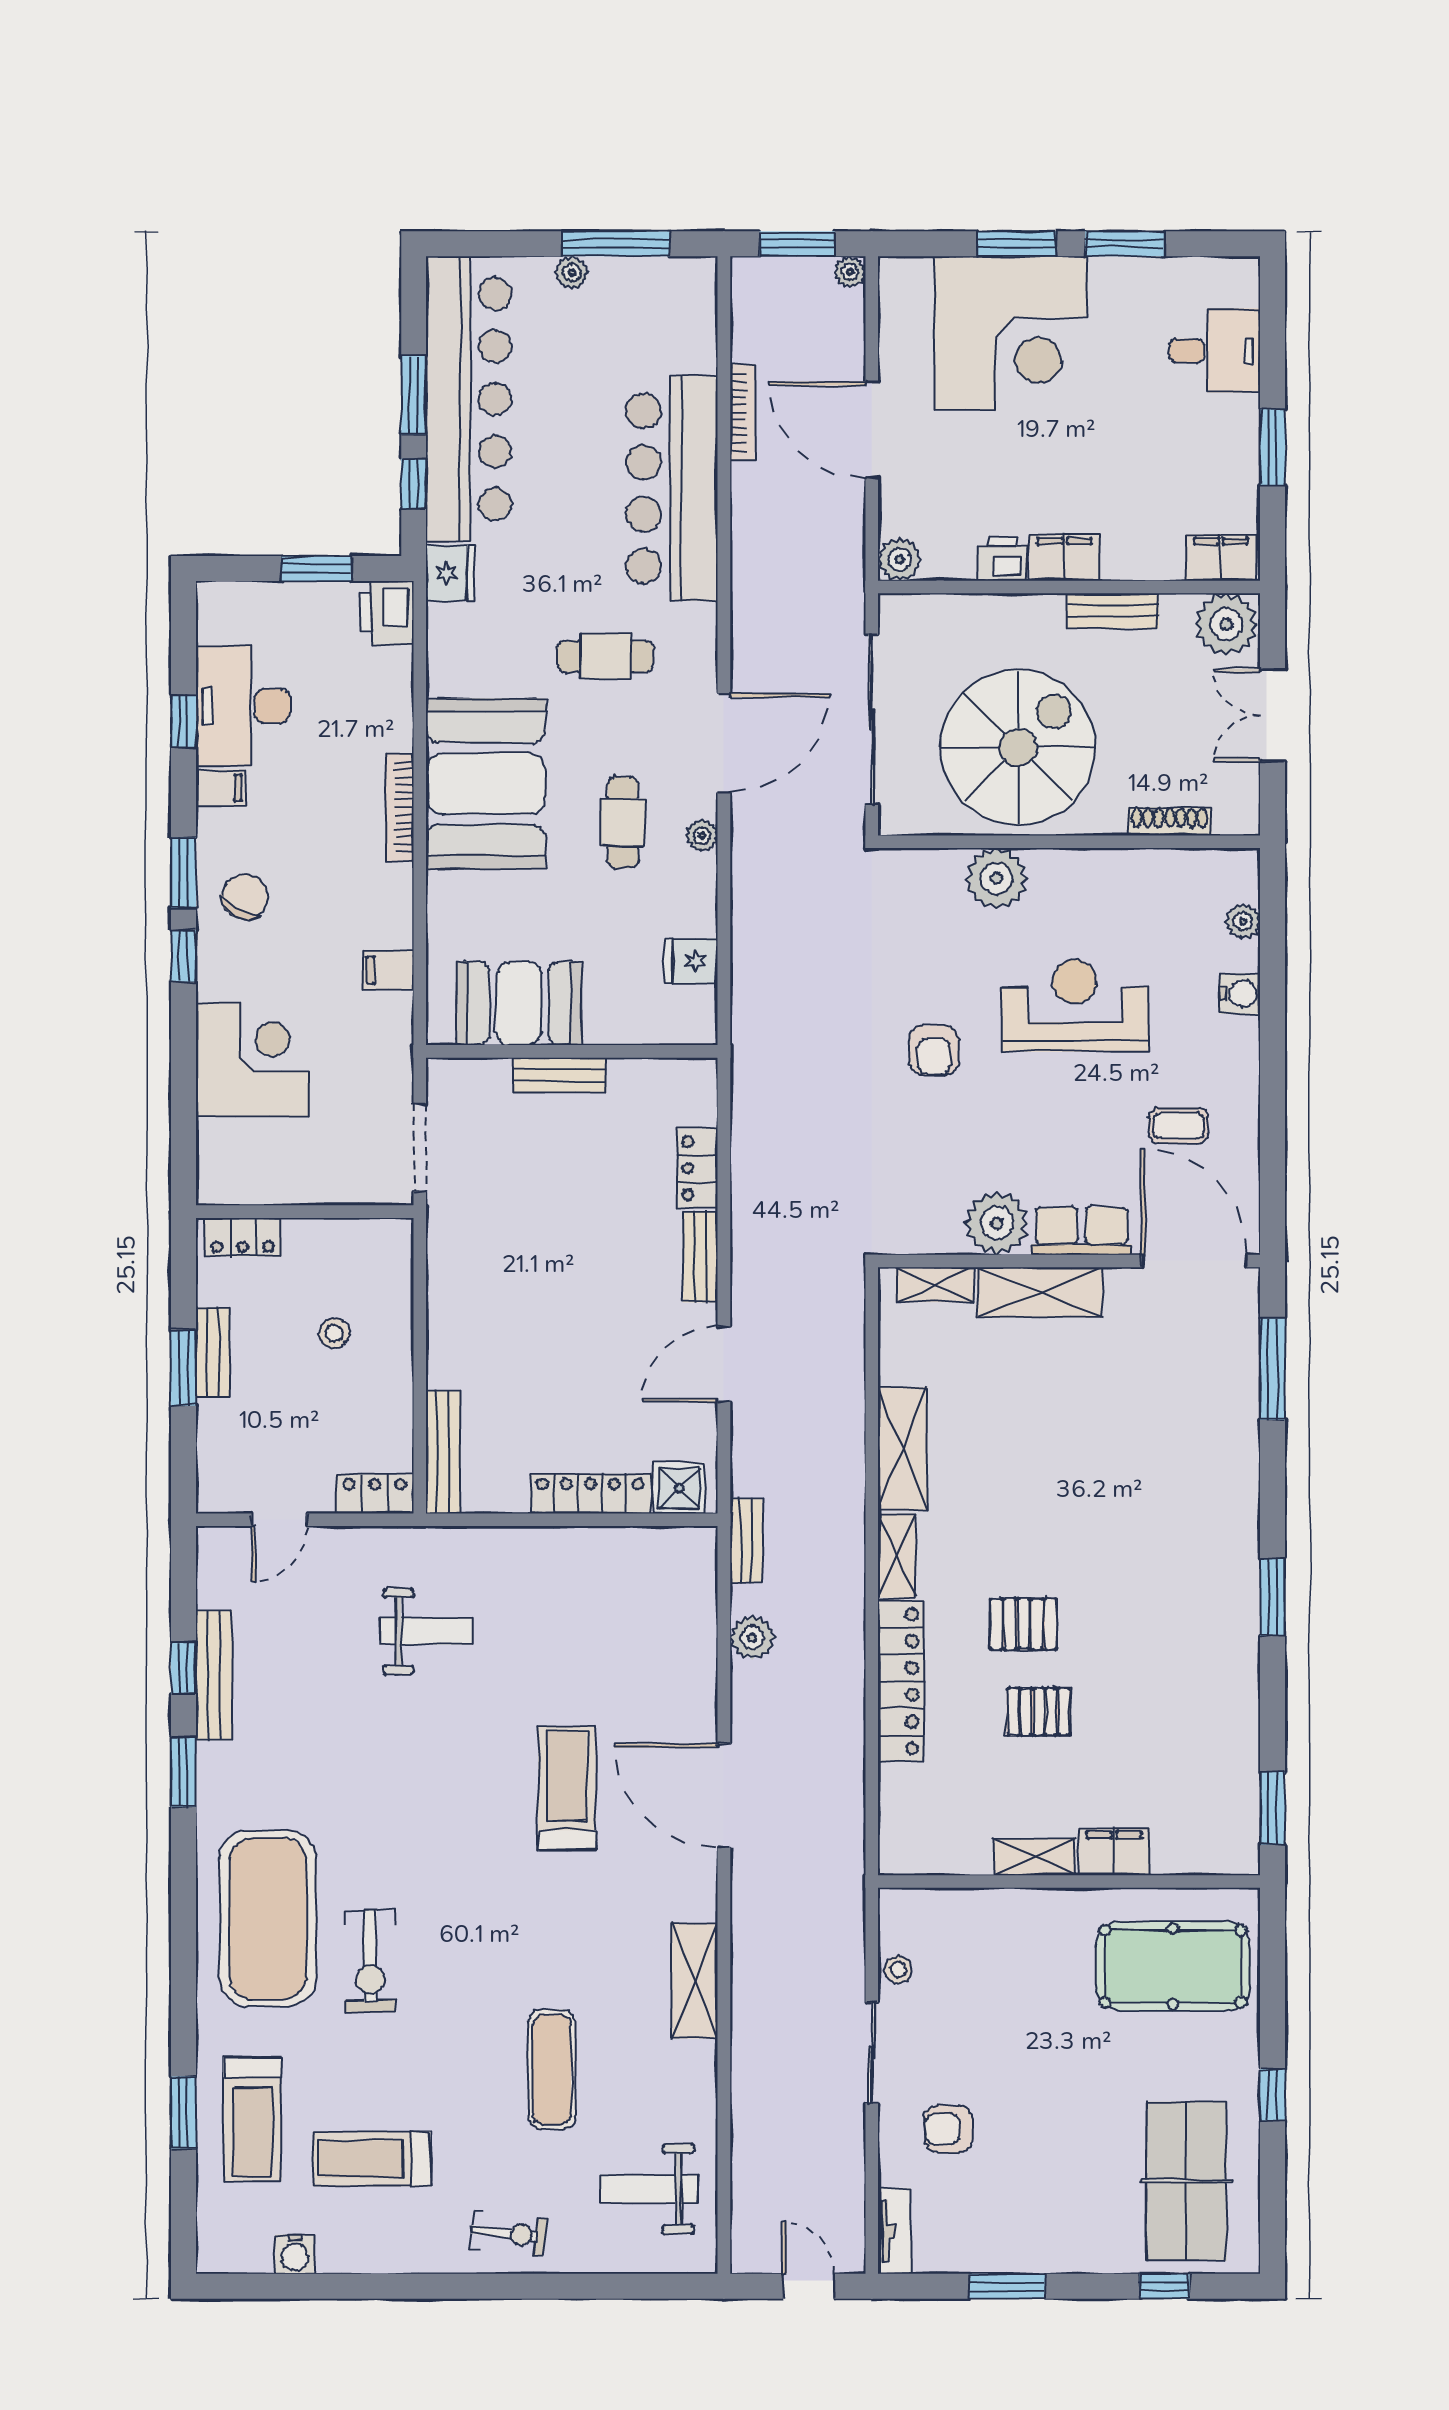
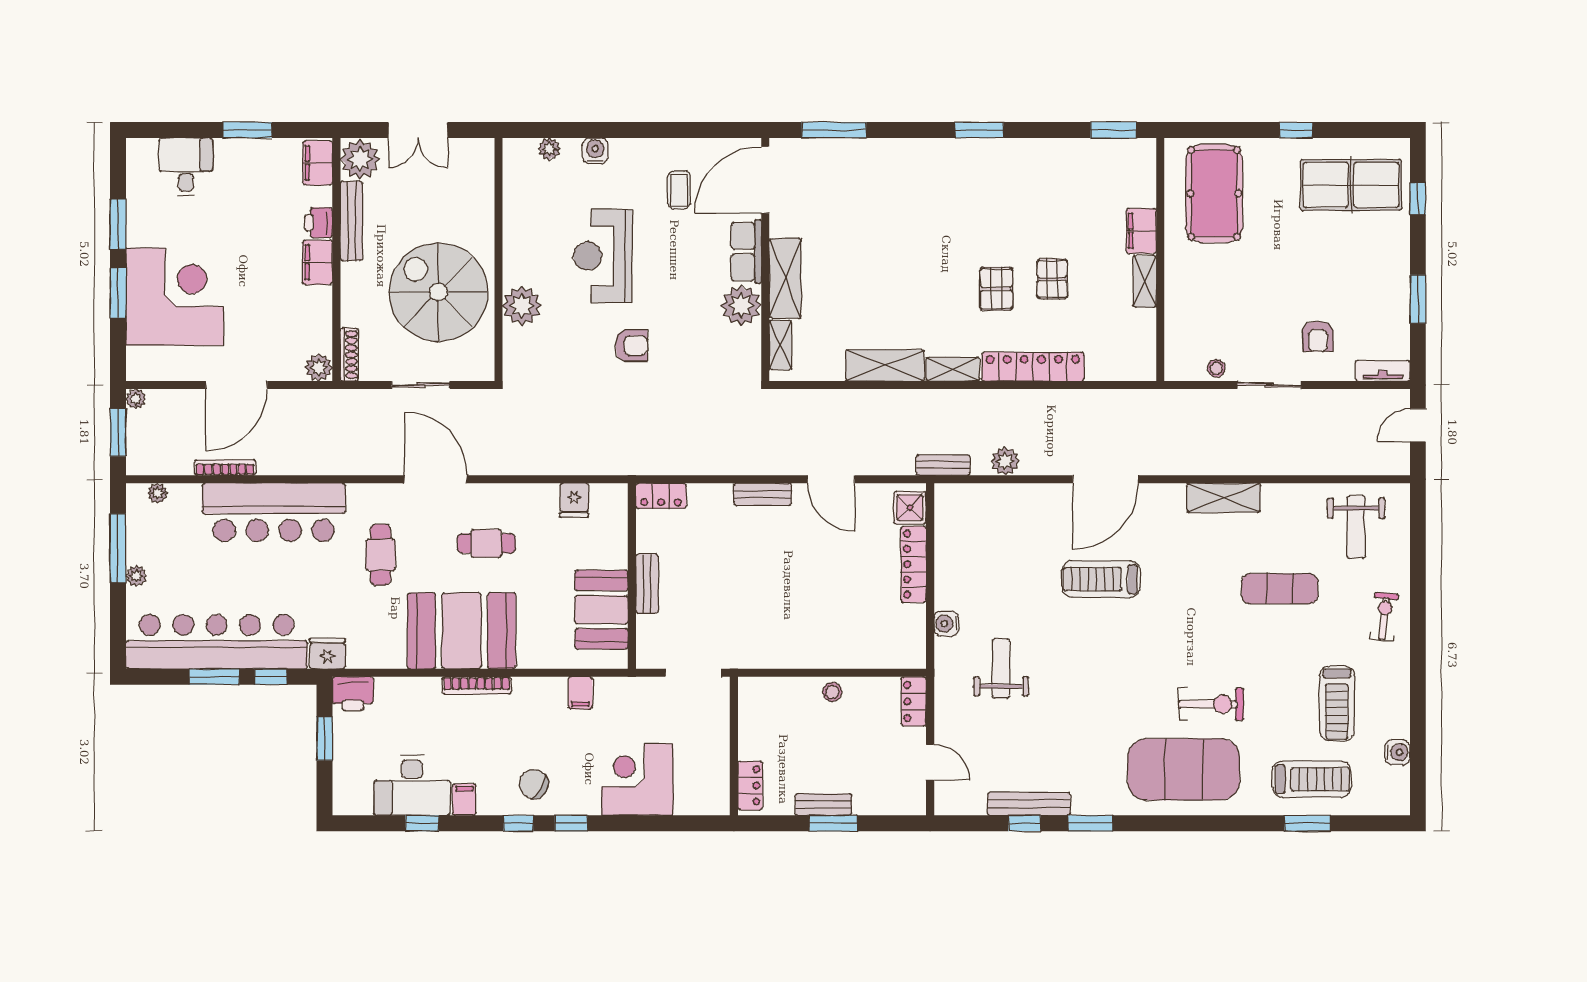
printer: (1003, 559) -> (319, 223), moved
bench: (1113, 611) -> (351, 221), width x1.36
sliding door: (872, 720) -> (421, 385), width x0.54
shoe rack: (1170, 821) -> (349, 355), moved, turned 180
plant: (702, 835) -> (157, 493), moved
window: (183, 873) -> (518, 823), width x0.67
locker: (698, 1168) -> (661, 496), moved
stool: (334, 1333) -> (832, 692), moved
bench: (443, 1452) -> (887, 658), removed
water cooler: (497, 1545) -> (946, 624), added

